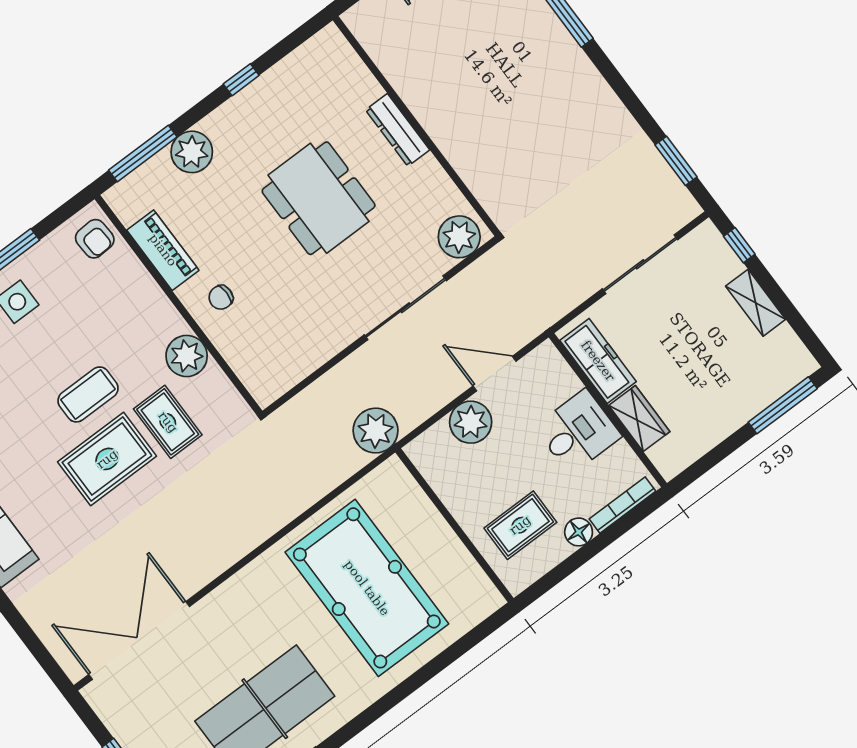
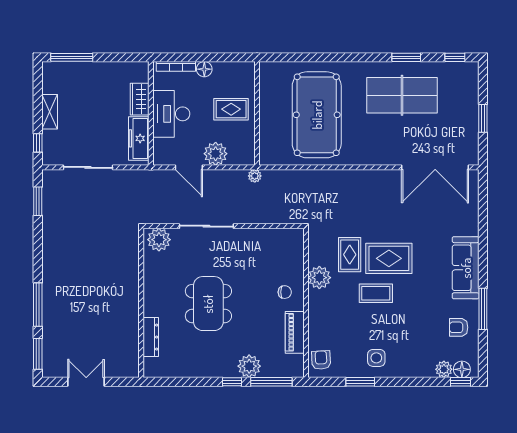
window: (241, 80) -> (232, 382), moved
dresser: (398, 130) -> (151, 337), moved
plant: (376, 431) -> (255, 176), width x0.53, depth x0.53
desk: (578, 432) -> (171, 114), width x1.37
rug: (520, 525) -> (231, 109), moved

